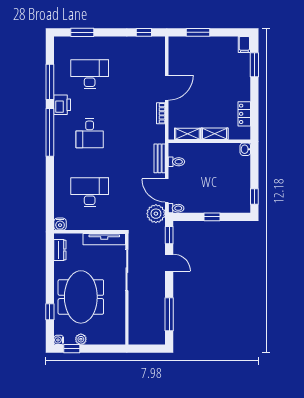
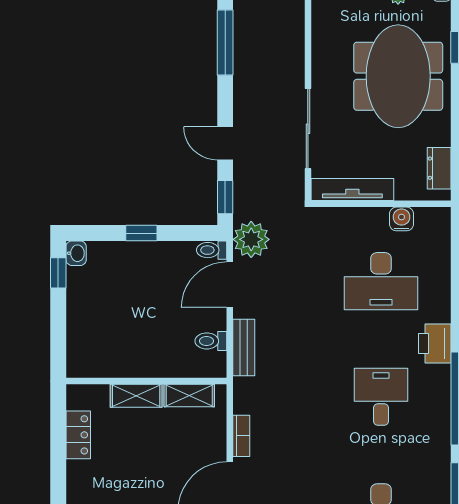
printer: (62, 105) -> (435, 344), moved
washbasin: (245, 149) -> (76, 253), moved
door: (167, 191) -> (230, 285), swing flipped
water cooler: (60, 224) -> (402, 219), moved

